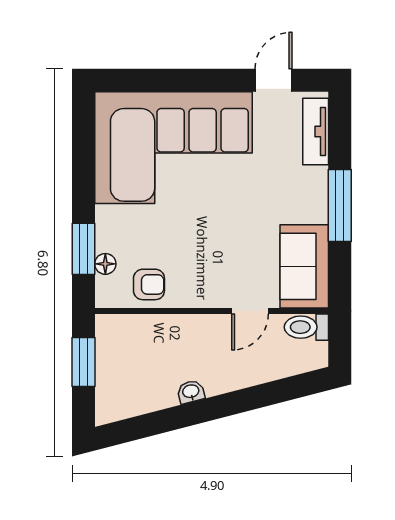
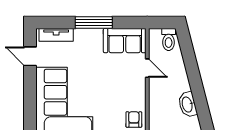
toilet: (306, 327) -> (169, 39), moved
washbasin: (191, 392) -> (188, 104), width x1.91, depth x1.45

